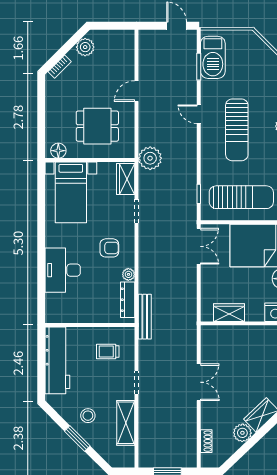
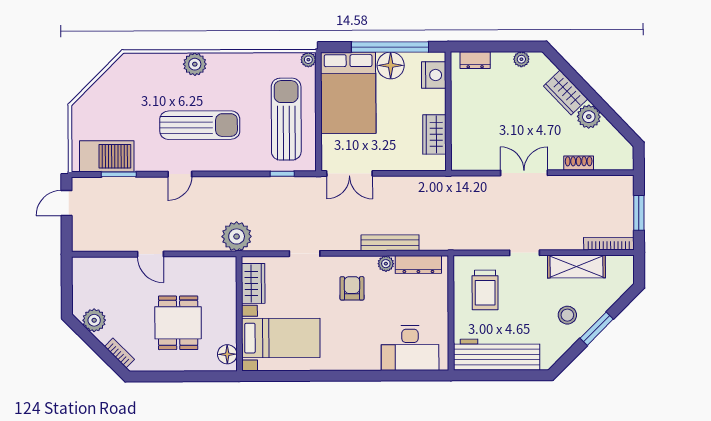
dining table: (97, 126) -> (178, 323), moved
wardrobe: (126, 179) -> (253, 283), moved, turned -90
double door: (199, 246) -> (349, 174), swing flipped
desk: (63, 270) -> (410, 348), moved
bench: (145, 317) -> (390, 243), moved
trolley: (108, 352) -> (485, 290), width x1.36, depth x1.39
shoe rack: (206, 441) -> (579, 163), moved
bookcase: (143, 448) -> (609, 244), added

